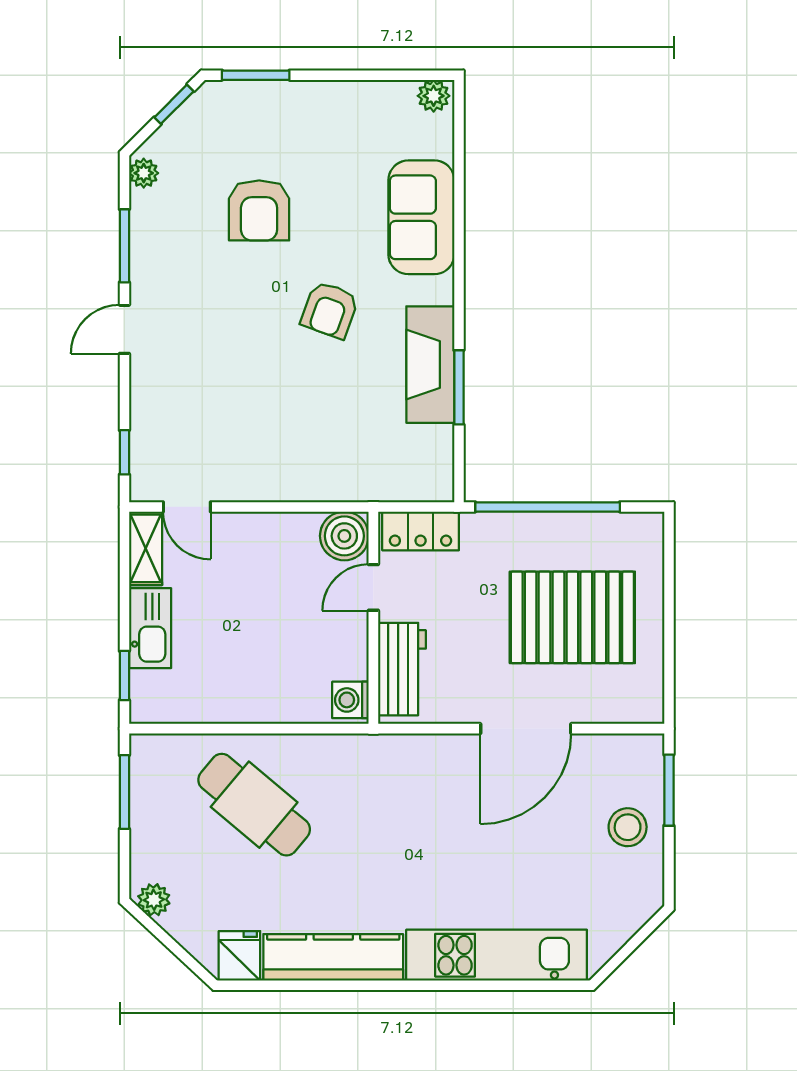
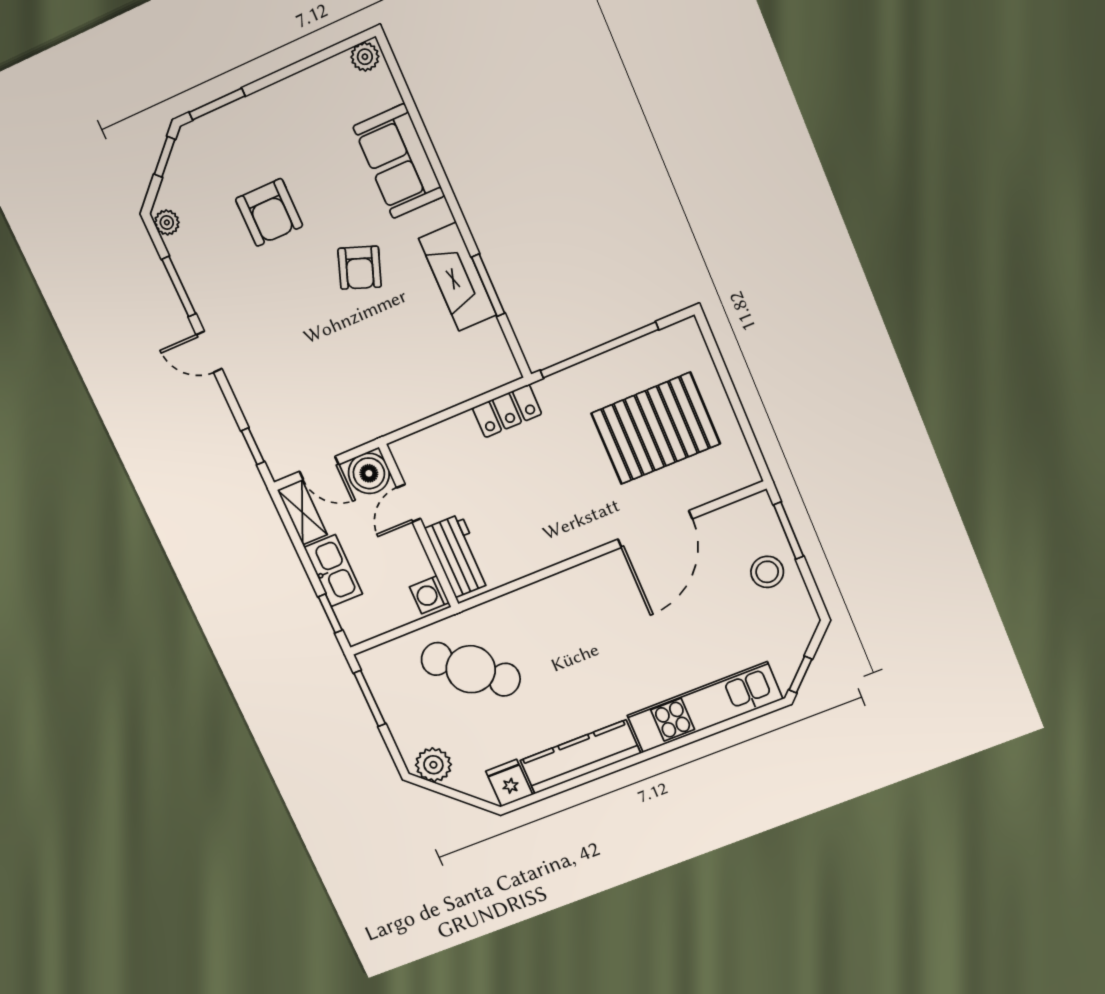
door: (124, 329) -> (209, 352), hinge flipped
boiler: (344, 536) -> (369, 473), moved
door: (373, 587) -> (409, 503), moved
wall: (373, 618) -> (419, 526), moved
workbench: (402, 669) -> (458, 556), moved
washing machine: (350, 700) -> (429, 595), moved
plant: (154, 900) -> (433, 765), width x1.38, depth x1.38
window: (617, 960) -> (800, 675), added

